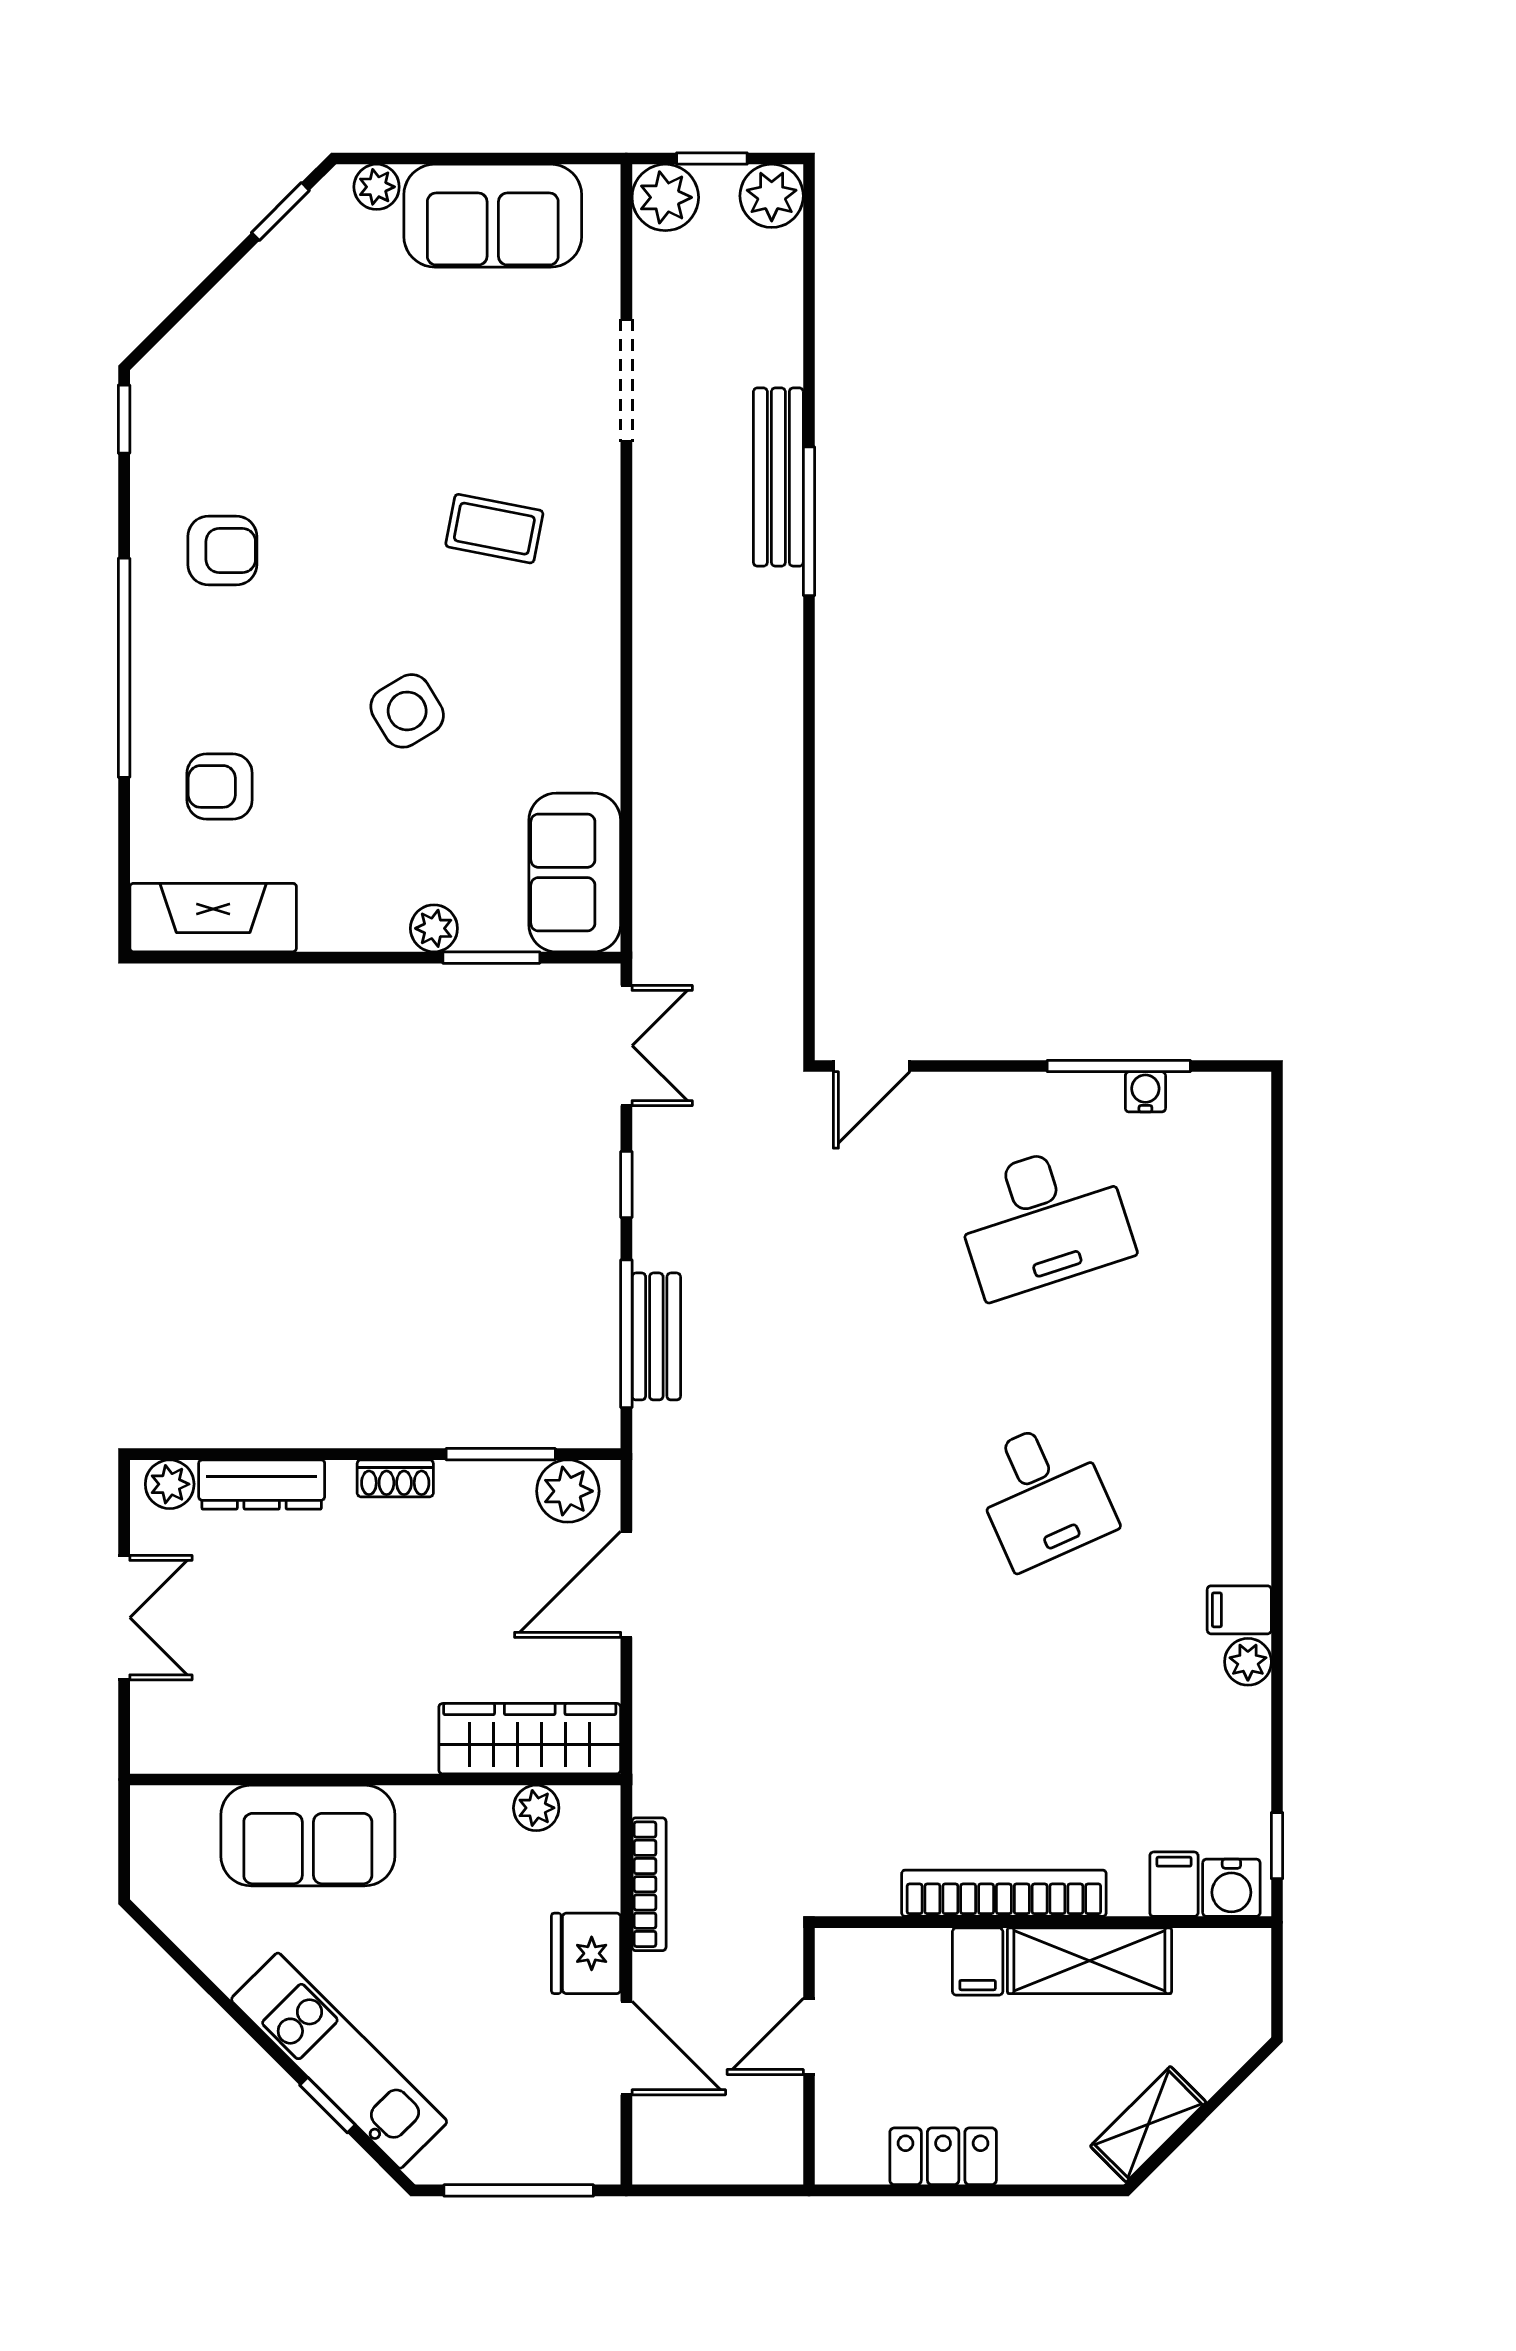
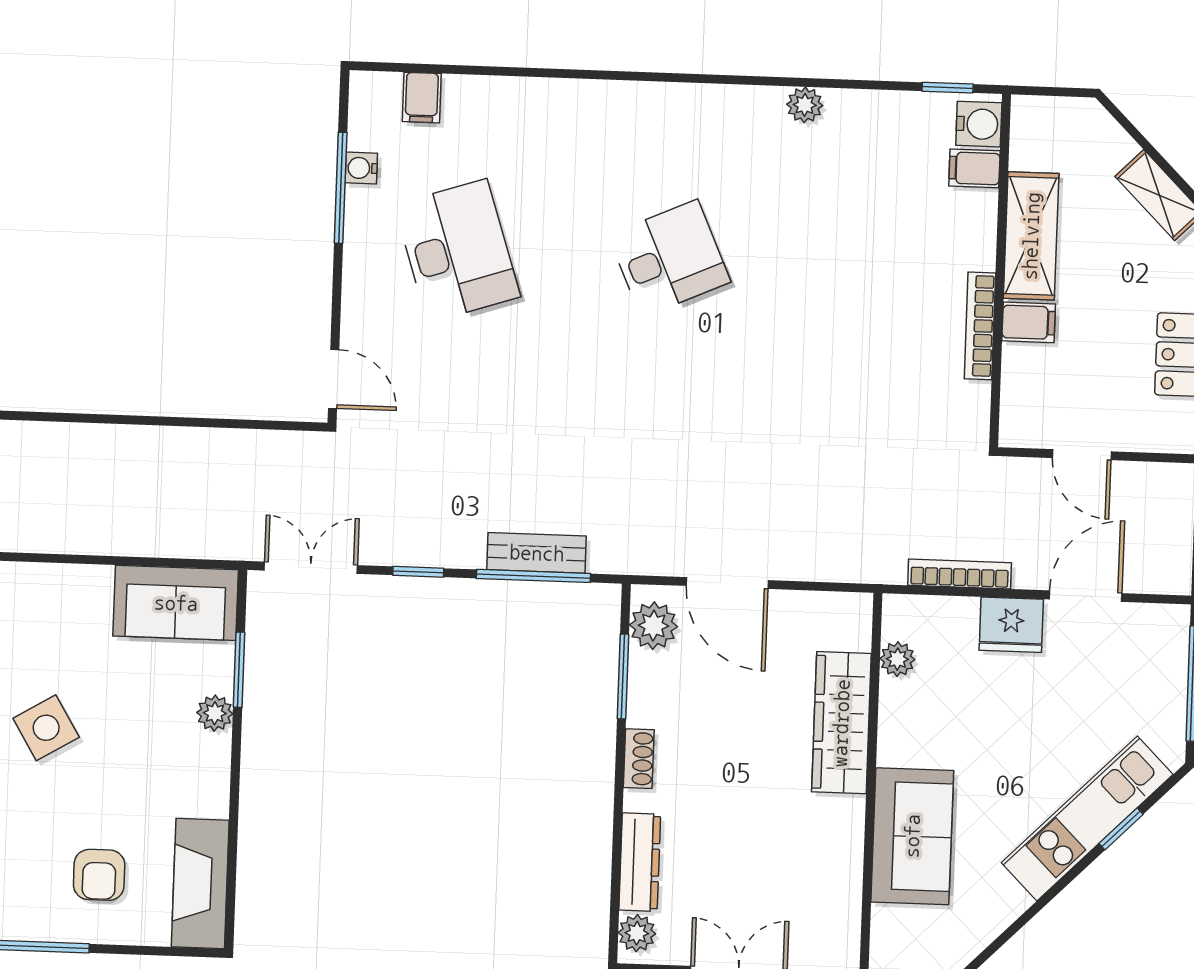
filing cabinet: (1239, 1610) -> (422, 98), moved
wardrobe: (530, 1739) -> (841, 723), moved
bookcase: (1004, 1893) -> (980, 326), width x0.68, depth x0.76

